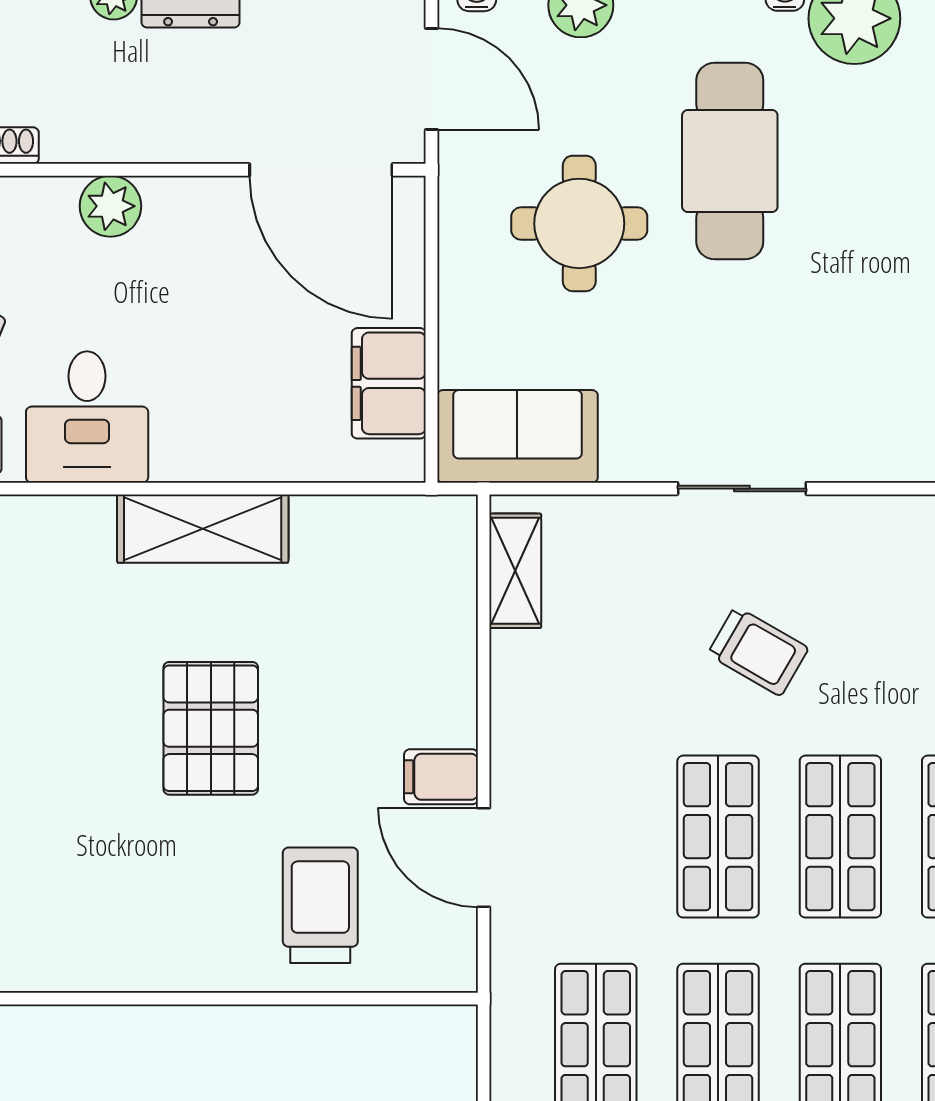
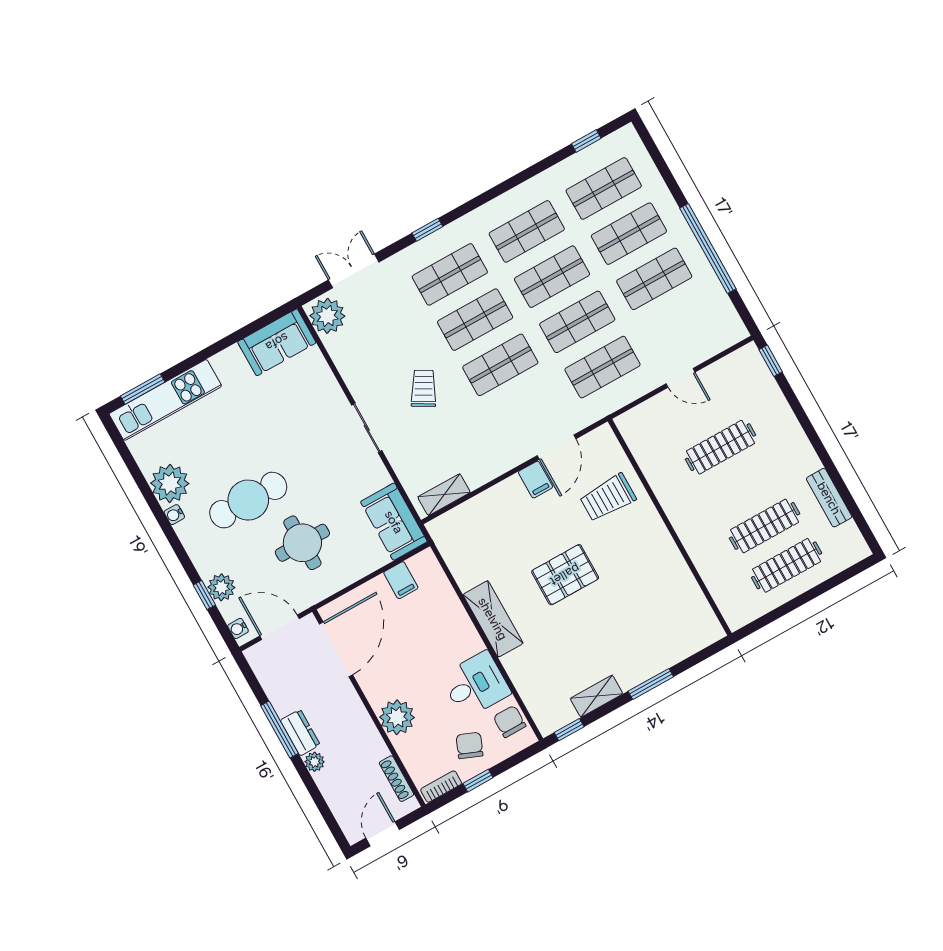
door: (431, 79) -> (280, 627), hinge flipped
plant: (110, 206) -> (397, 717), width x1.36, depth x1.36
filing cabinet: (389, 383) -> (401, 580), width x0.50

